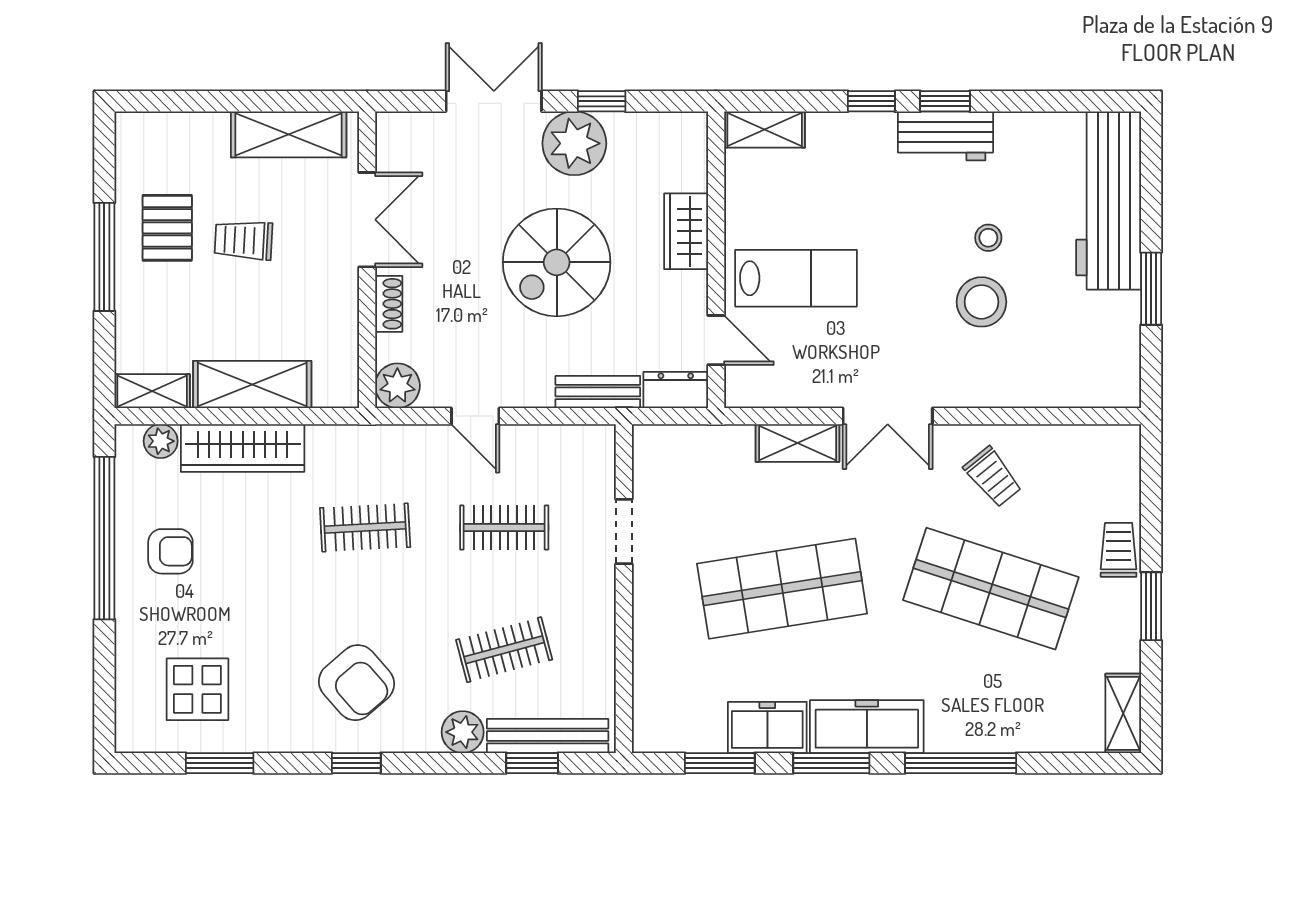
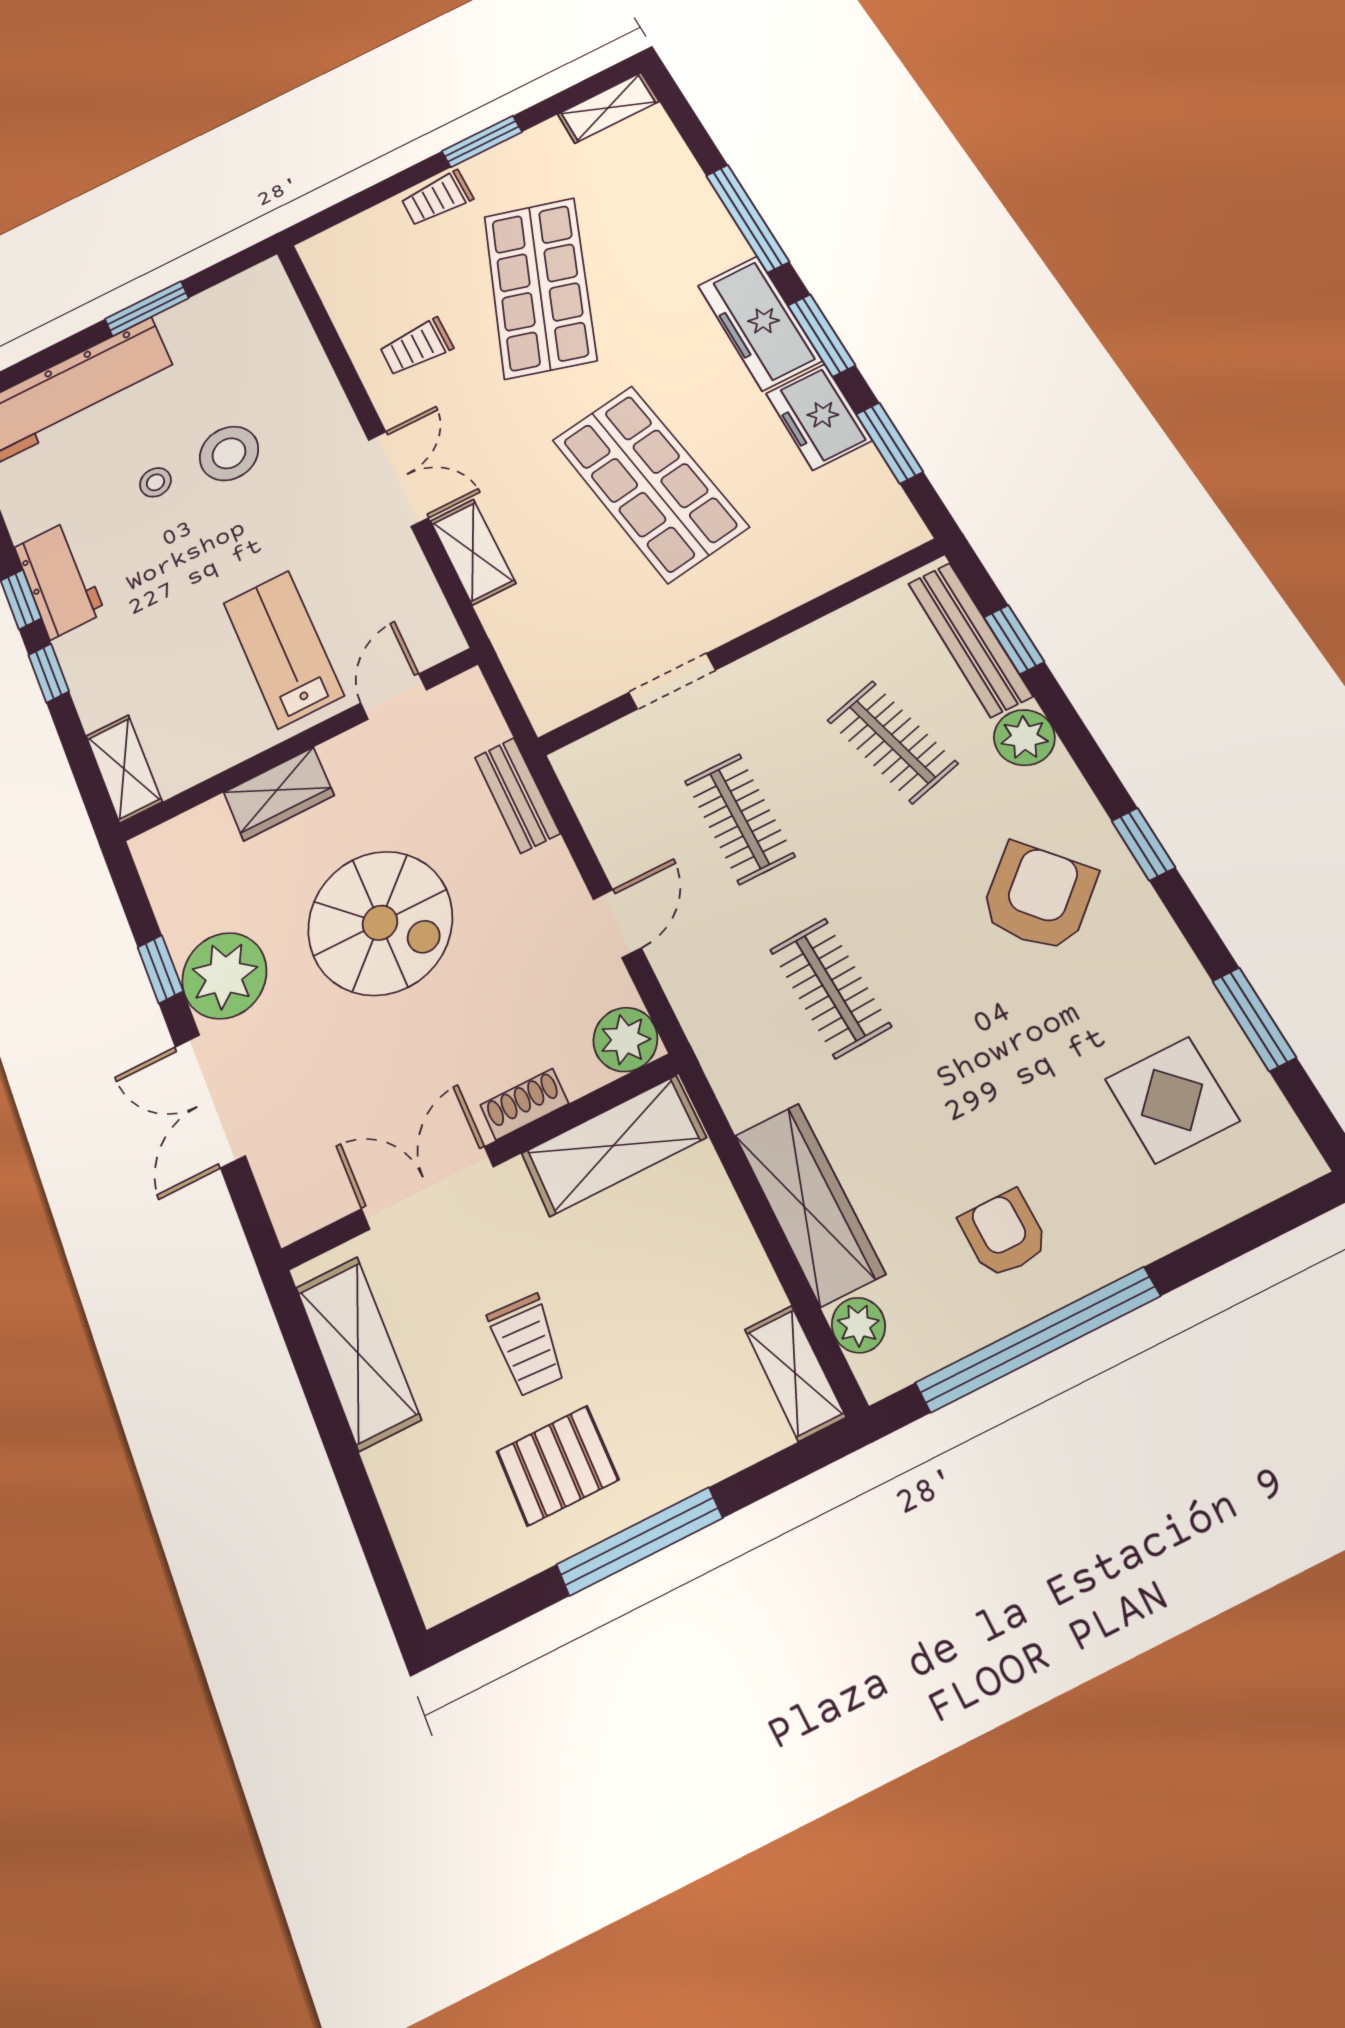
shelving: (252, 384) -> (613, 1146), moved, turned 90
dresser: (676, 390) -> (473, 710), removed
trolley: (993, 477) -> (416, 347), turned -141

